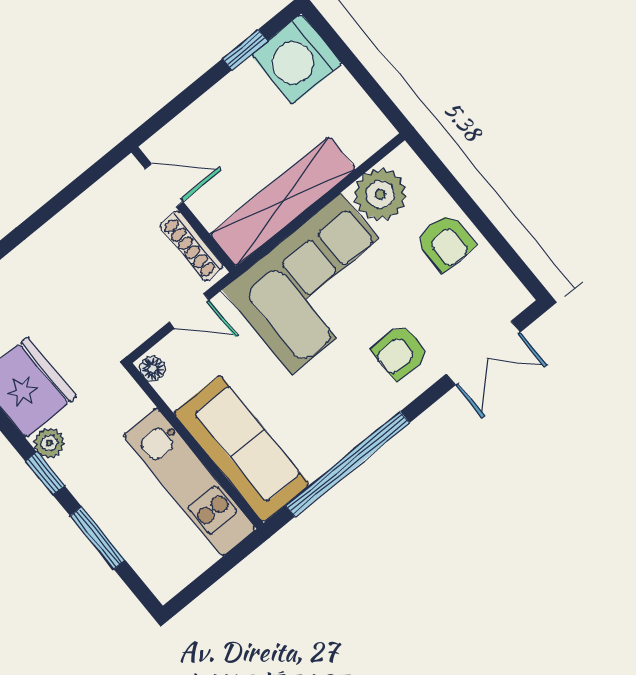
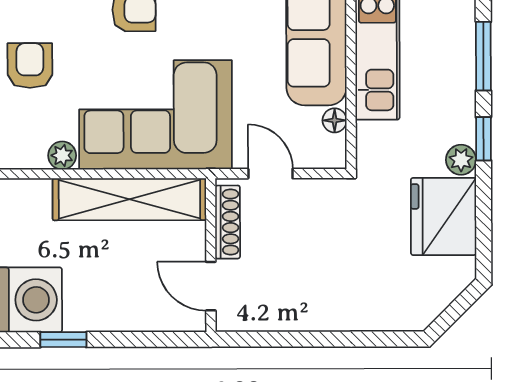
plant: (380, 194) -> (62, 155), width x0.53, depth x0.53
floor lamp: (153, 369) -> (335, 120), moved

